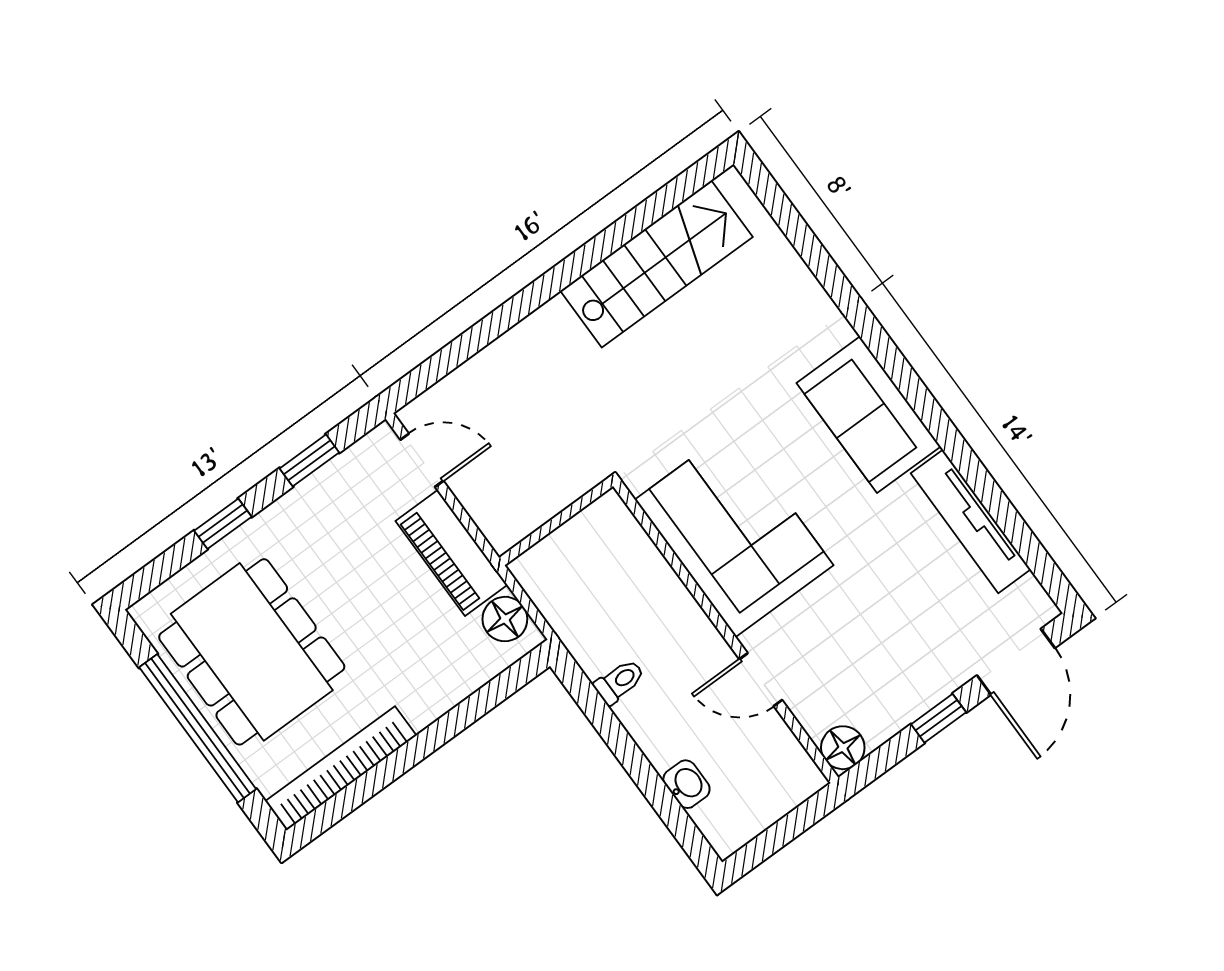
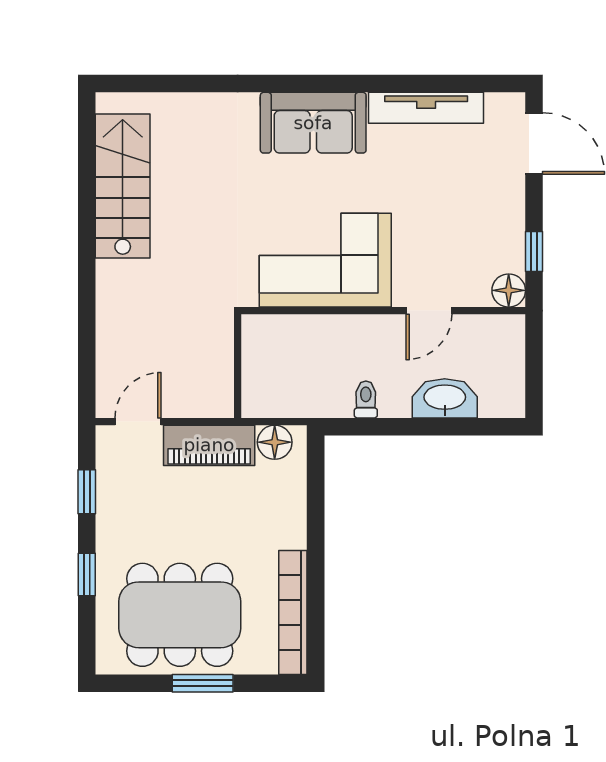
window: (939, 718) -> (534, 252), moved
window: (198, 728) -> (203, 683), width x0.47
washbasin: (686, 784) -> (445, 398), width x1.91, depth x1.45

